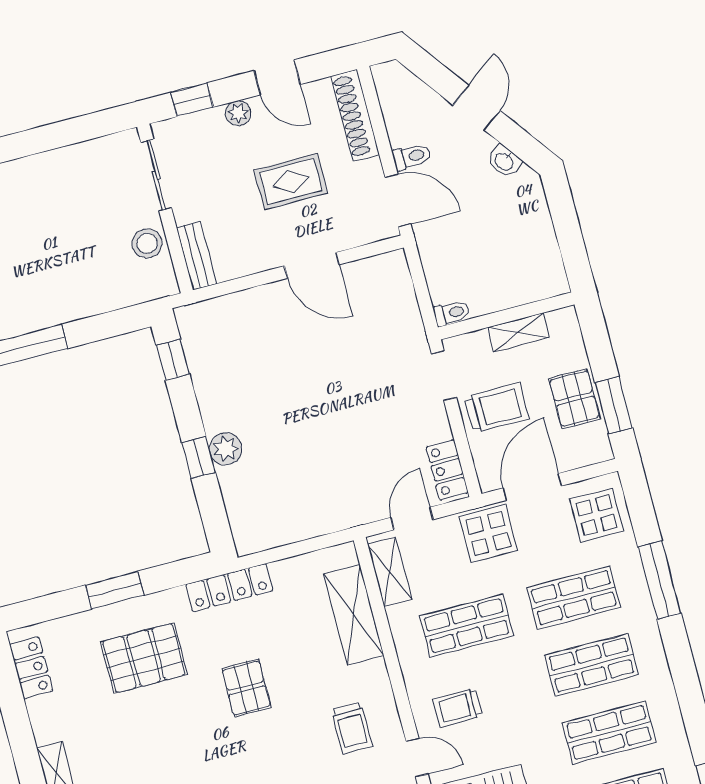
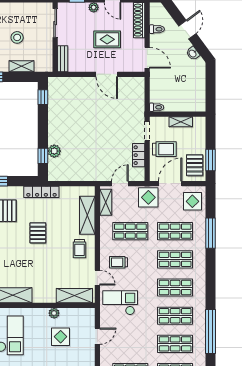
toilet: (412, 157) -> (157, 29), moved
stool: (147, 243) -> (17, 37), moved
shelving: (103, 299) -> (22, 66), added
pallet: (574, 399) -> (195, 165), moved
plant: (226, 449) -> (54, 151), moved
window: (199, 458) -> (43, 156), moved
locker: (447, 470) -> (139, 155), moved
trolley: (352, 728) -> (80, 249), moved

